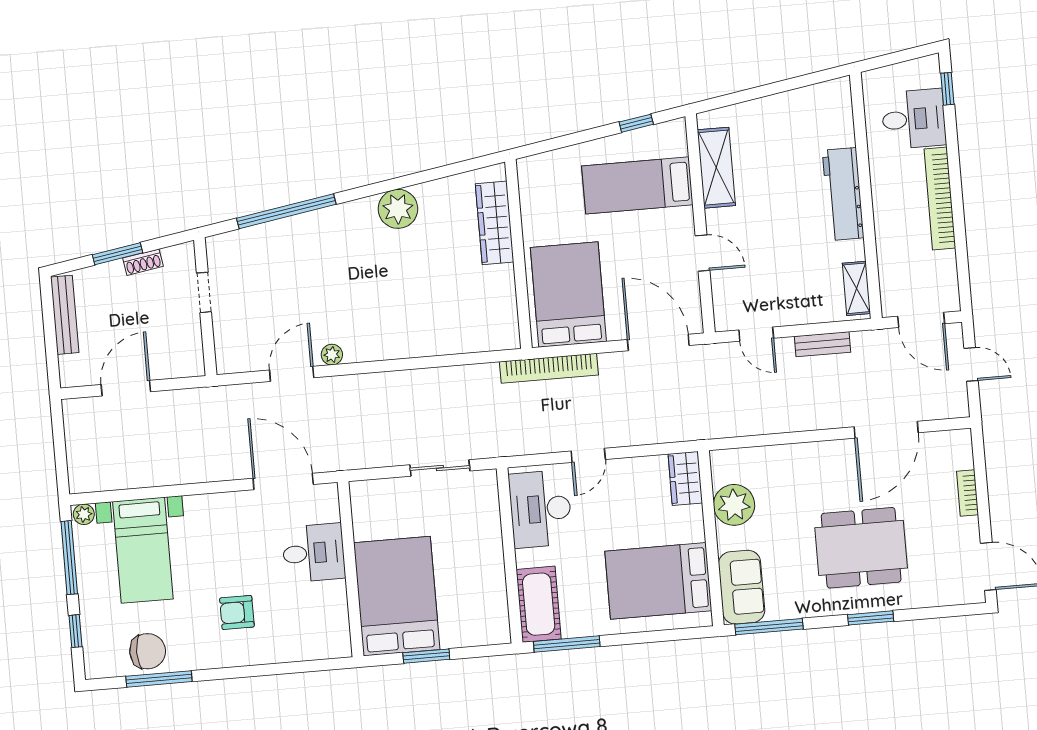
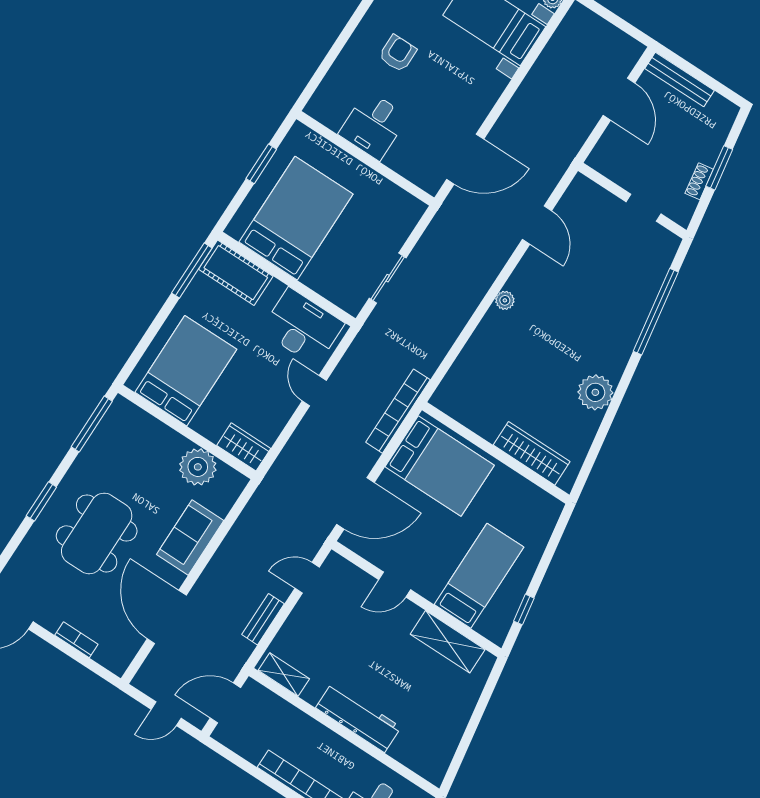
bench: (65, 315) -> (680, 79), moved
plant: (332, 355) -> (505, 300), moved
desk: (314, 553) -> (373, 125), moved
sofa: (742, 587) -> (190, 538), moved, turned 90
bed: (397, 596) -> (296, 218), moved, turned -90

